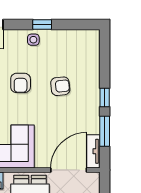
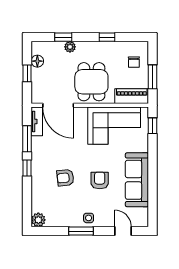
window: (42, 24) -> (81, 231), width x1.50
plant: (92, 37) -> (38, 220), added
door: (69, 170) -> (58, 105), hinge flipped

